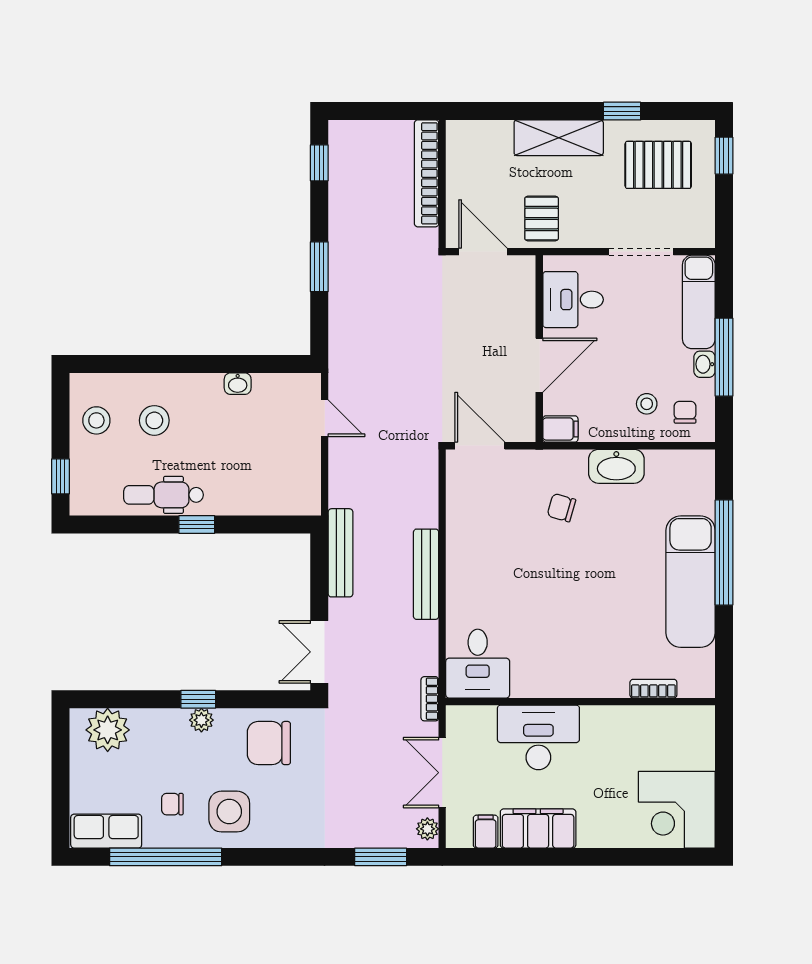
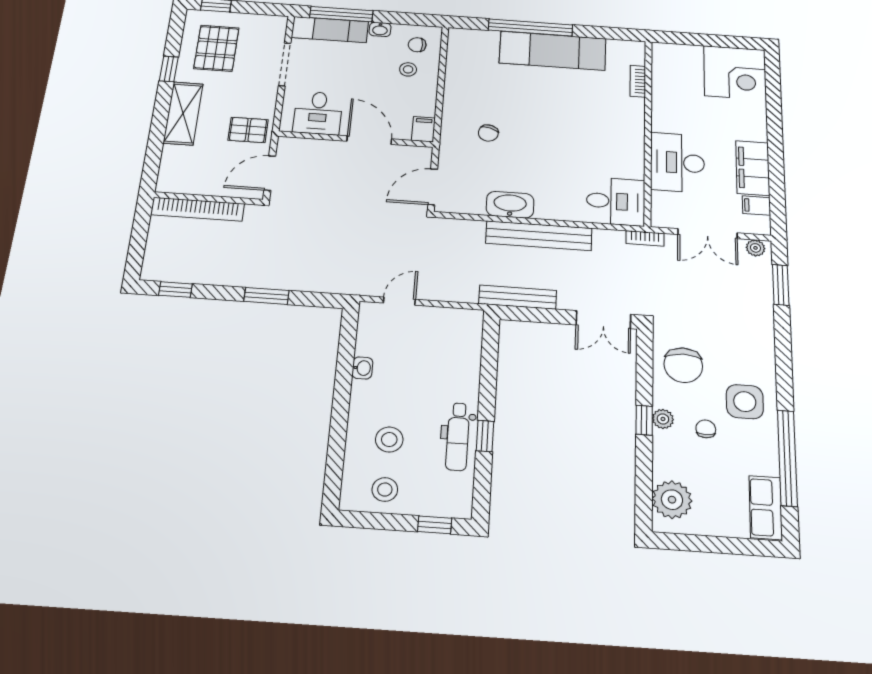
window: (724, 357) -> (341, 14), moved
washbasin: (616, 466) -> (510, 205), moved, turned -90
window: (197, 525) -> (485, 436), moved
bench: (426, 574) -> (539, 236), width x1.37, depth x1.21
chair: (172, 804) -> (706, 429), moved, turned 180

